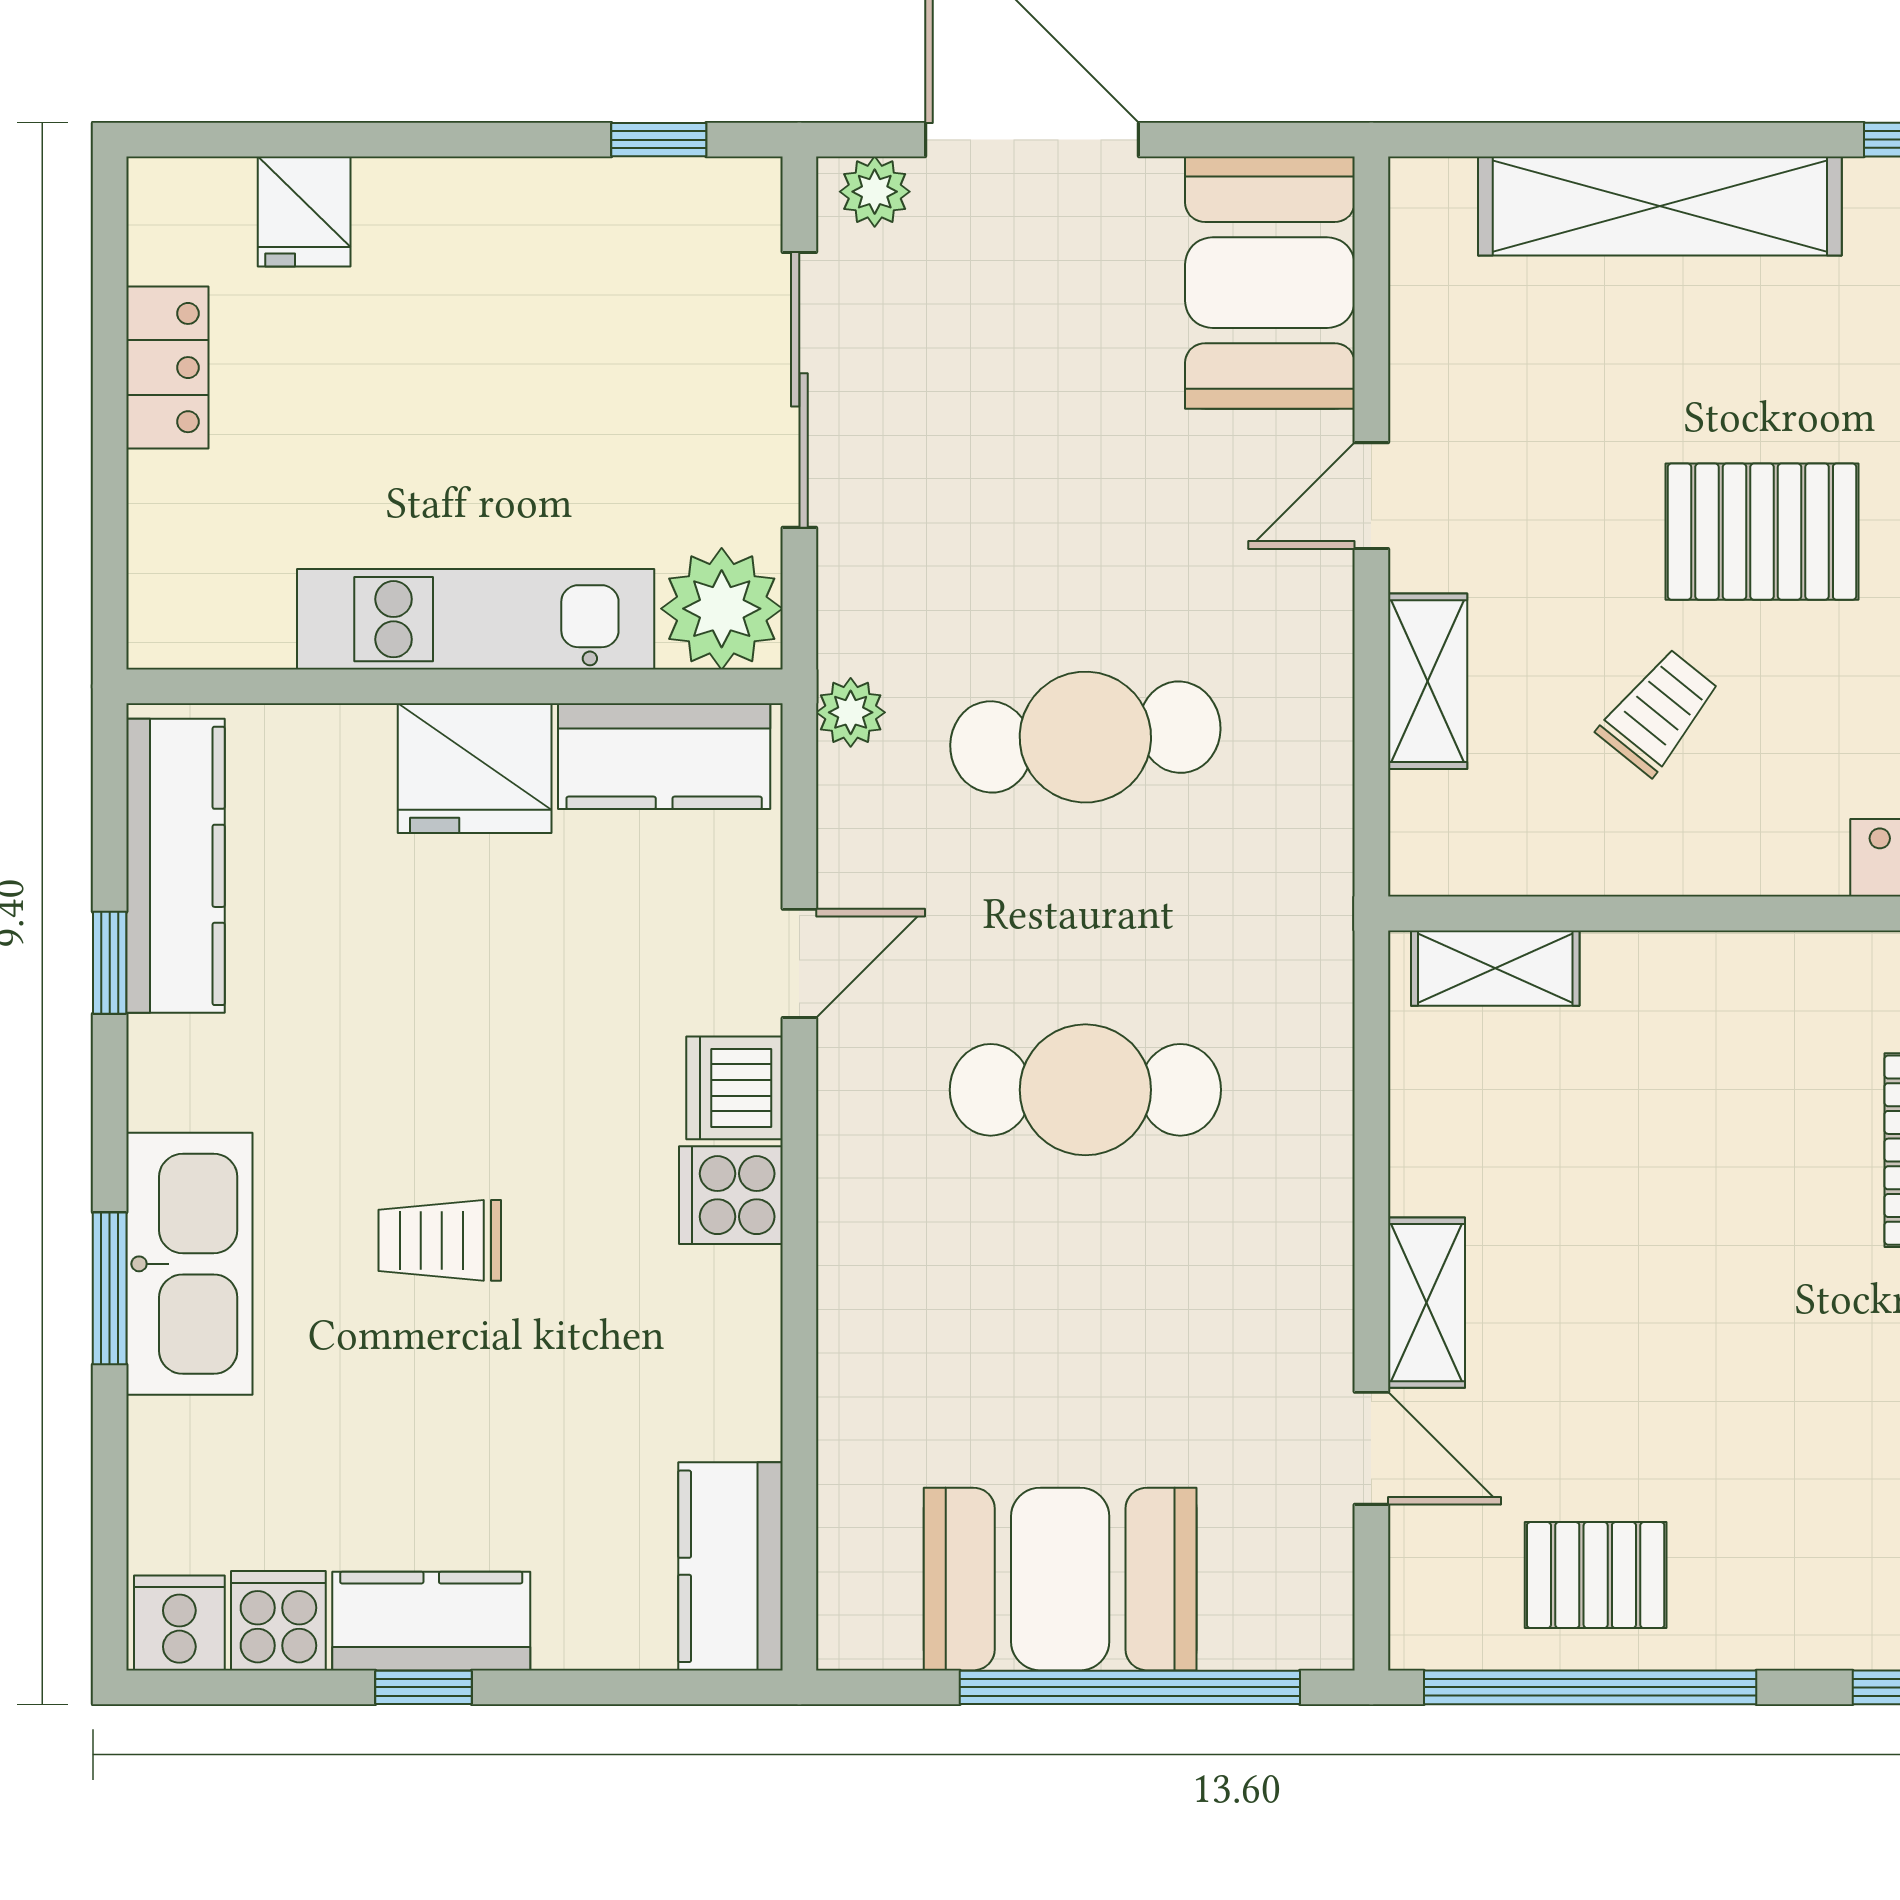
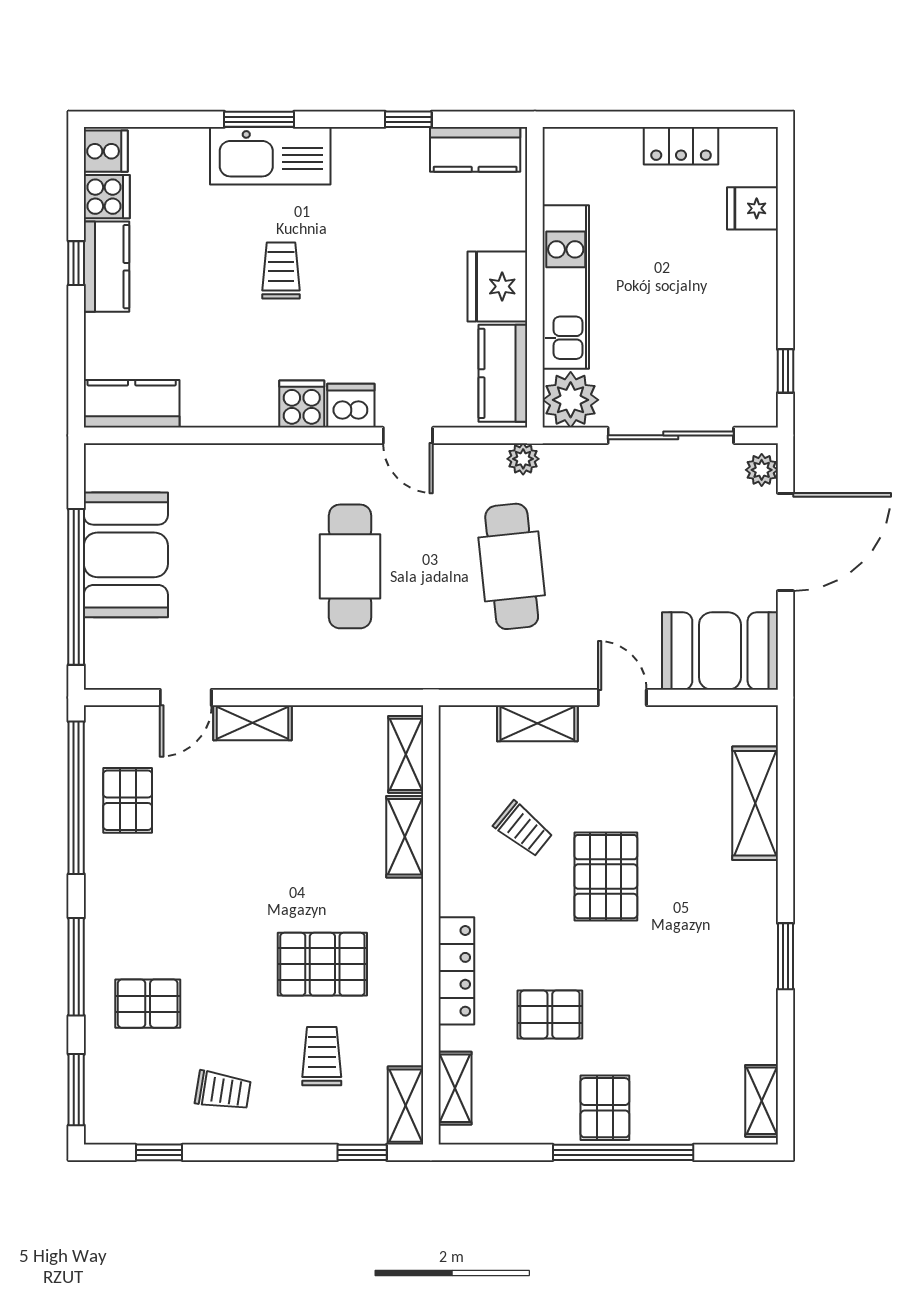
shelving: (1660, 206) -> (755, 803), width x0.68
kitchen counter: (175, 866) -> (475, 149), width x0.67
shelving: (1675, 970) -> (405, 837), added

